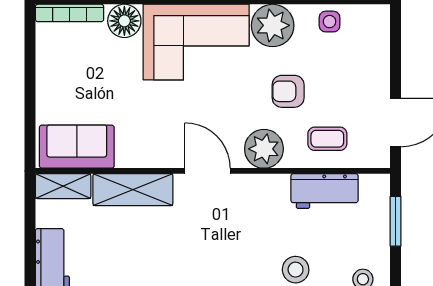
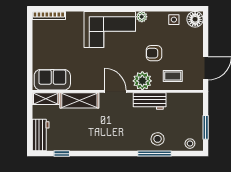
floor lamp: (124, 21) -> (195, 19), moved
plant: (273, 25) -> (142, 17), width x0.53, depth x0.53
workbench: (324, 191) -> (150, 101), moved
window: (396, 221) -> (206, 127), moved

